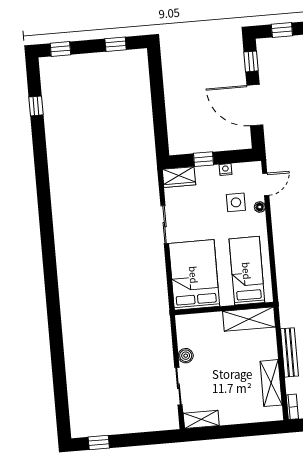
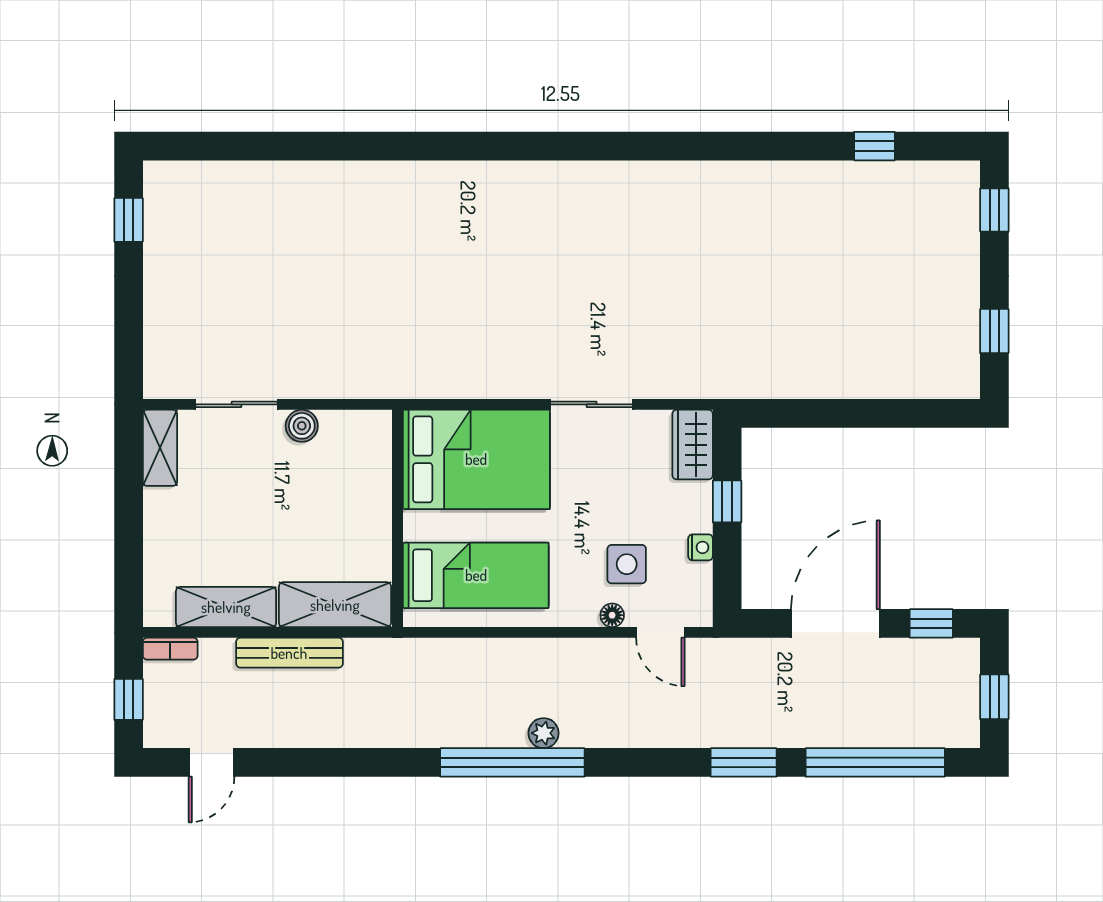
shelving: (249, 319) -> (335, 605), moved, turned 90

